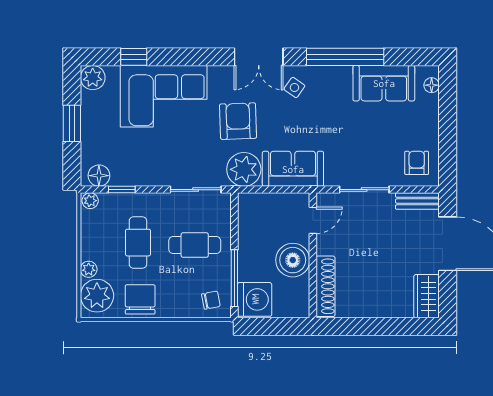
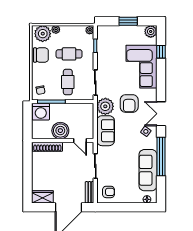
sofa: (384, 83) -> (148, 170), width x1.36
armchair: (238, 121) -> (129, 103), turned 92
floor lamp: (99, 176) -> (102, 35), removed

